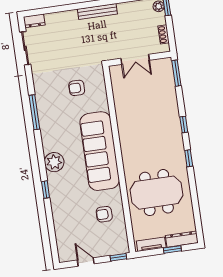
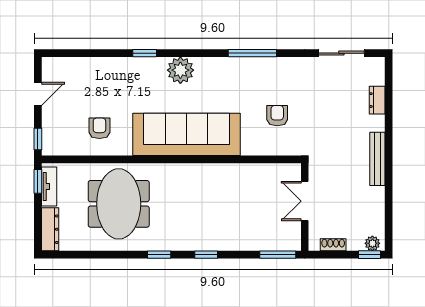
dresser: (34, 21) -> (377, 100), moved
window: (172, 249) -> (38, 181), moved

